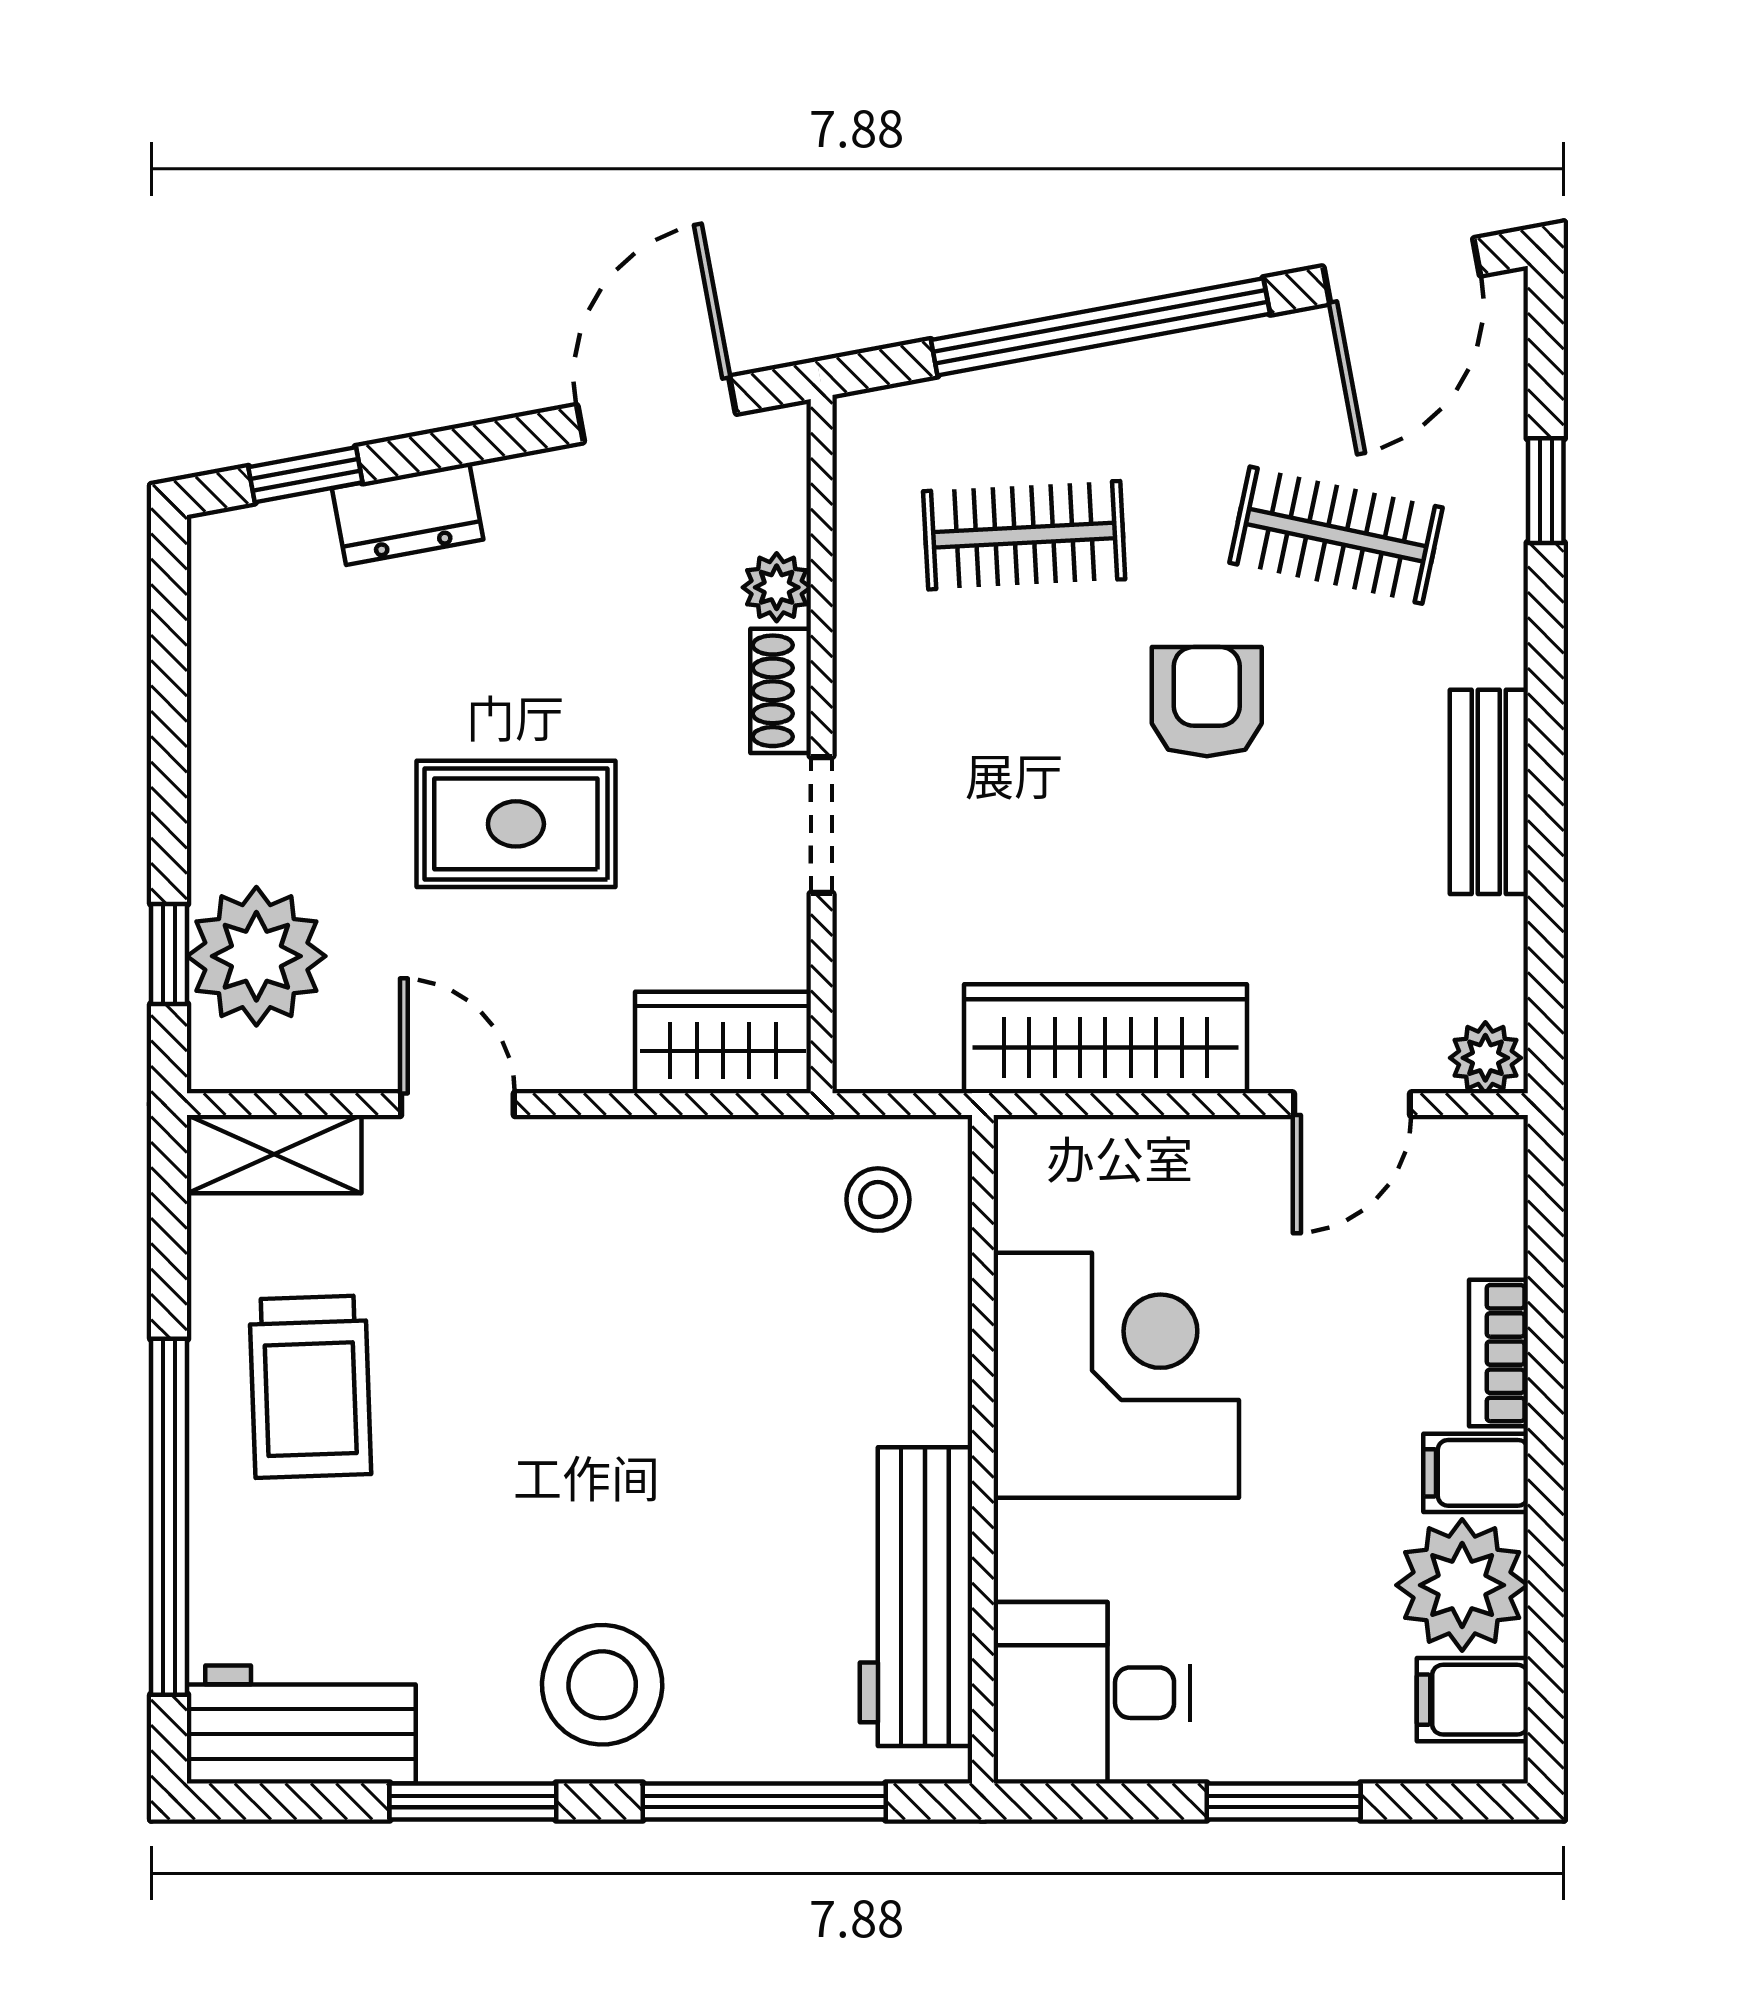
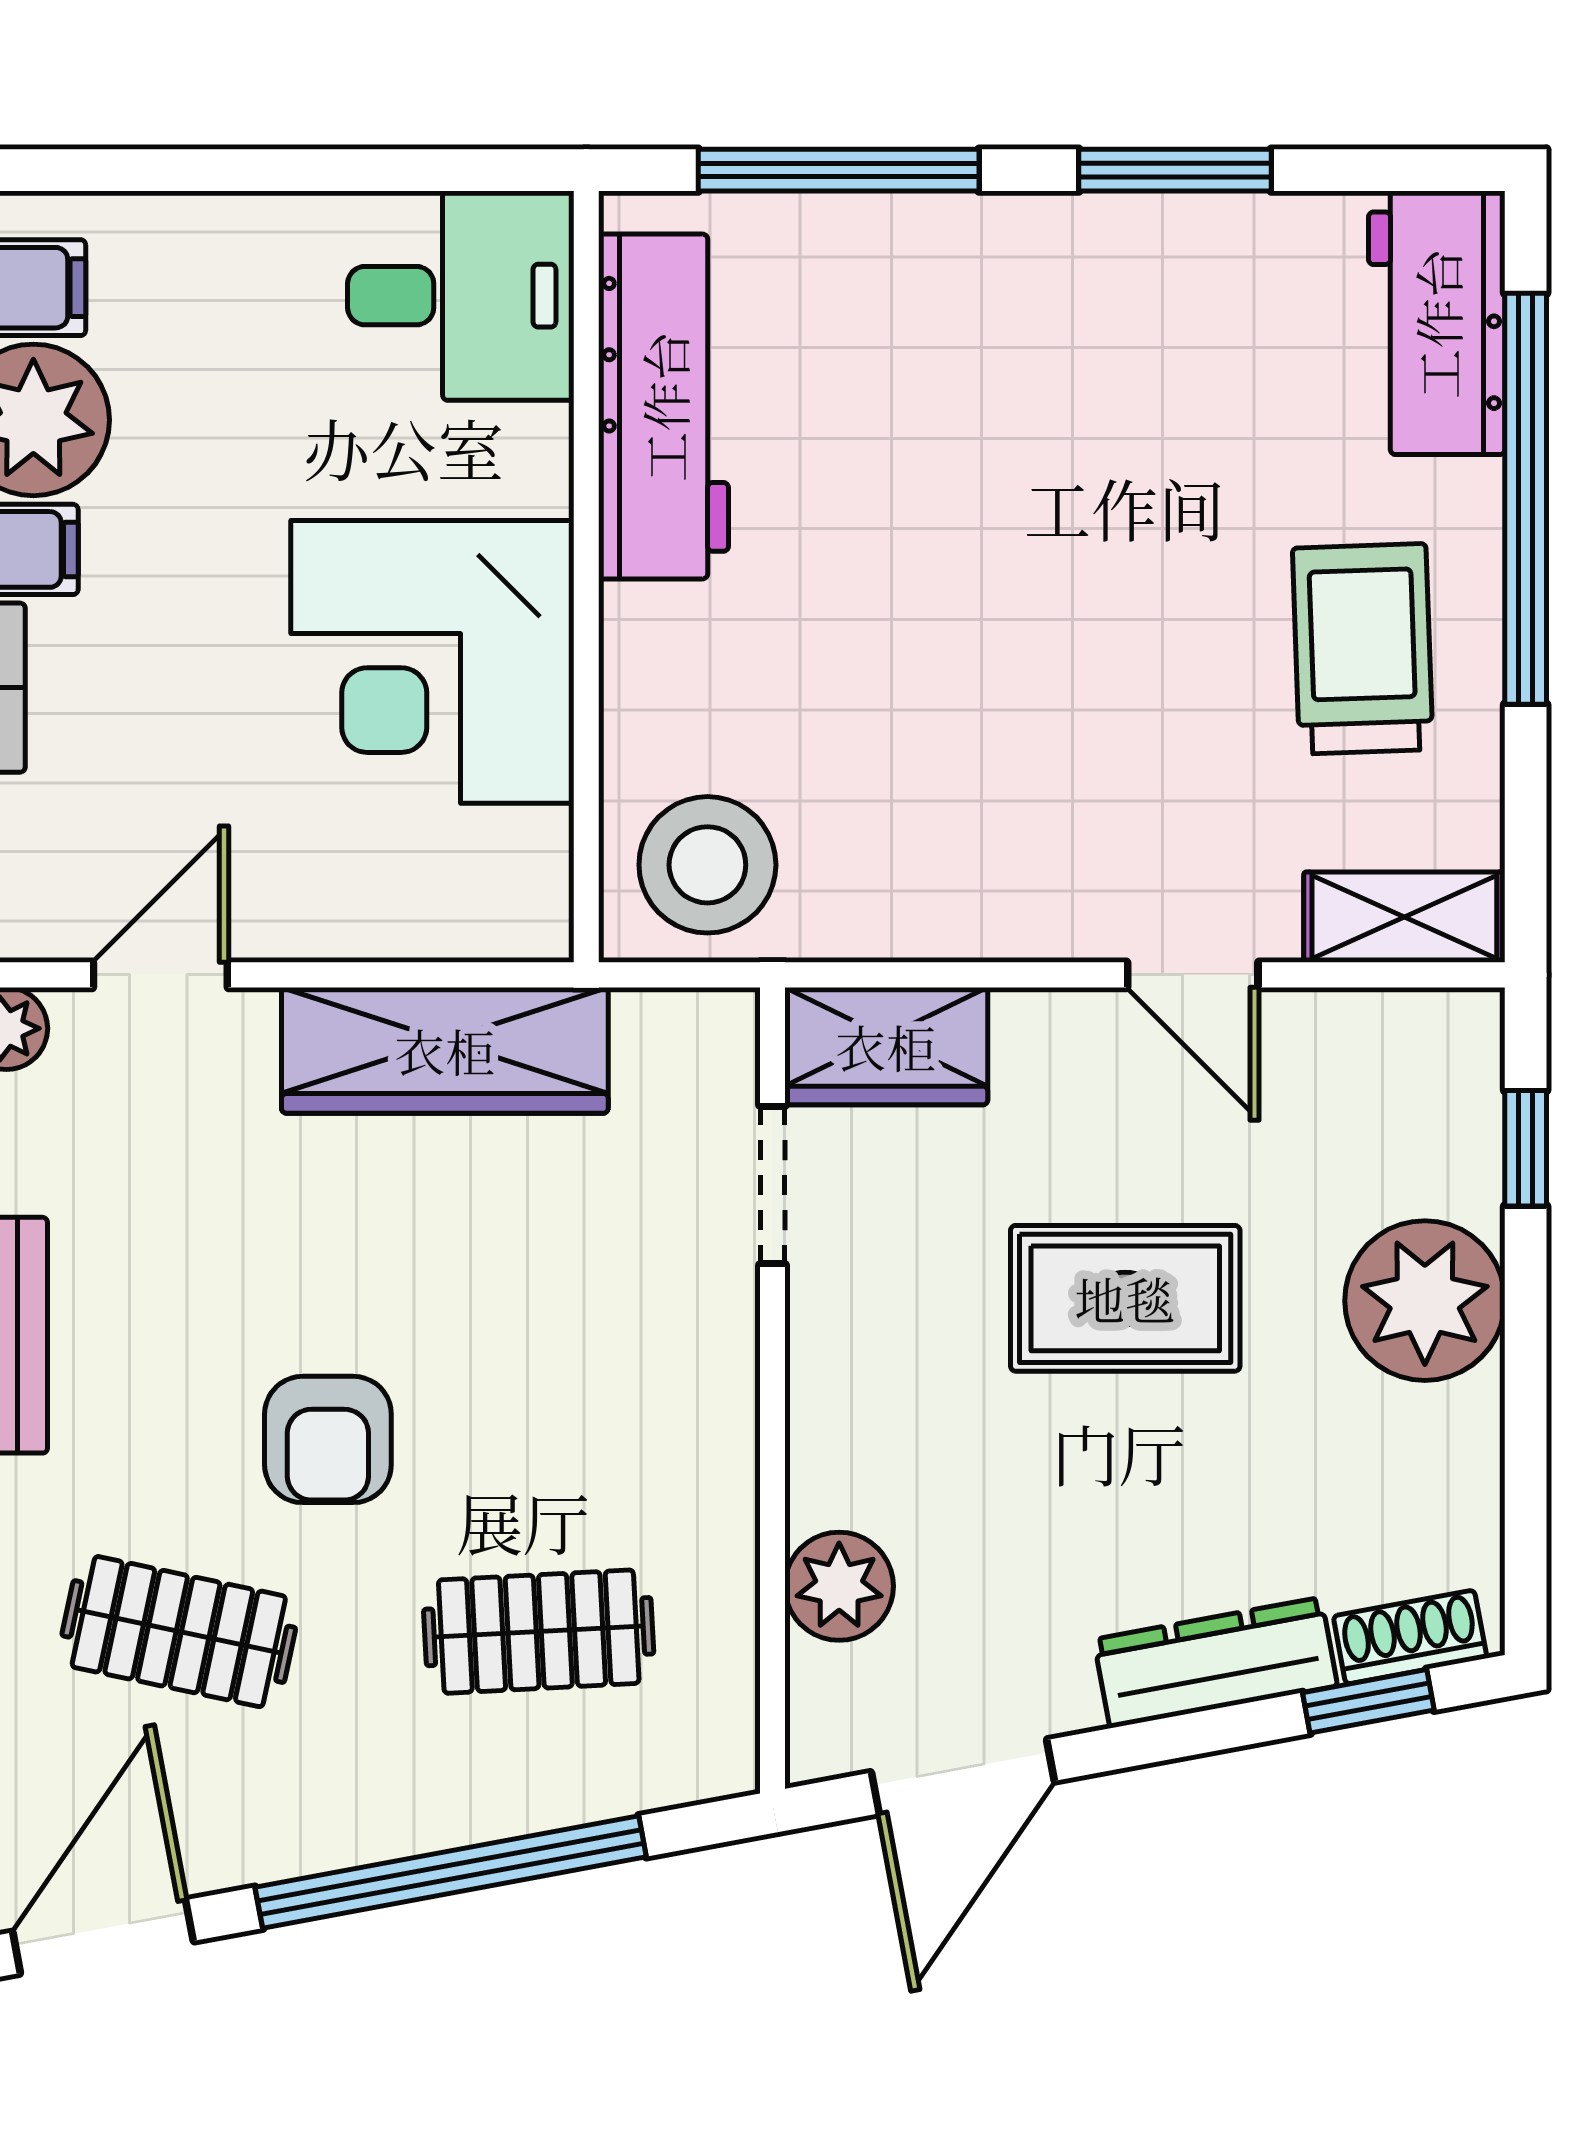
dresser: (408, 514) -> (1216, 1663), width x1.44
plant: (777, 587) -> (839, 1586), width x1.38, depth x1.38
shoe rack: (781, 691) -> (1410, 1637), moved, turned -101
doorway: (822, 825) -> (772, 1185), moved
plant: (256, 956) -> (1425, 1301), moved
stool: (878, 1200) -> (707, 865), width x1.89, depth x1.89
stool: (602, 1685) -> (1026, 305), removed
workbench: (301, 1725) -> (1437, 323), moved, turned 90
window: (1284, 1802) -> (239, 170), removed

